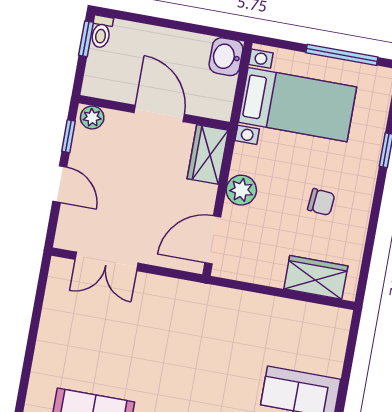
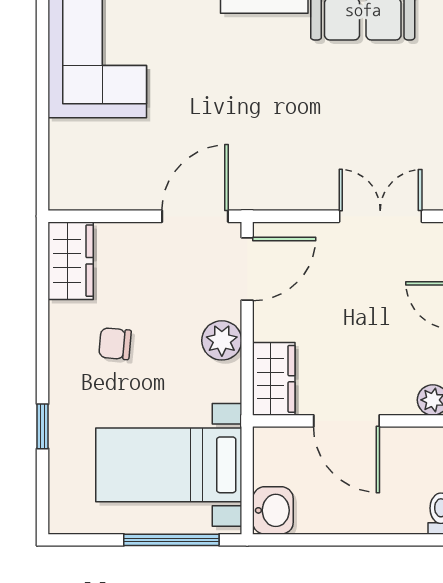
window: (342, 55) -> (171, 540), moved
wardrobe: (316, 277) -> (71, 261), moved, turned -90
door: (245, 286) -> (195, 216), added

